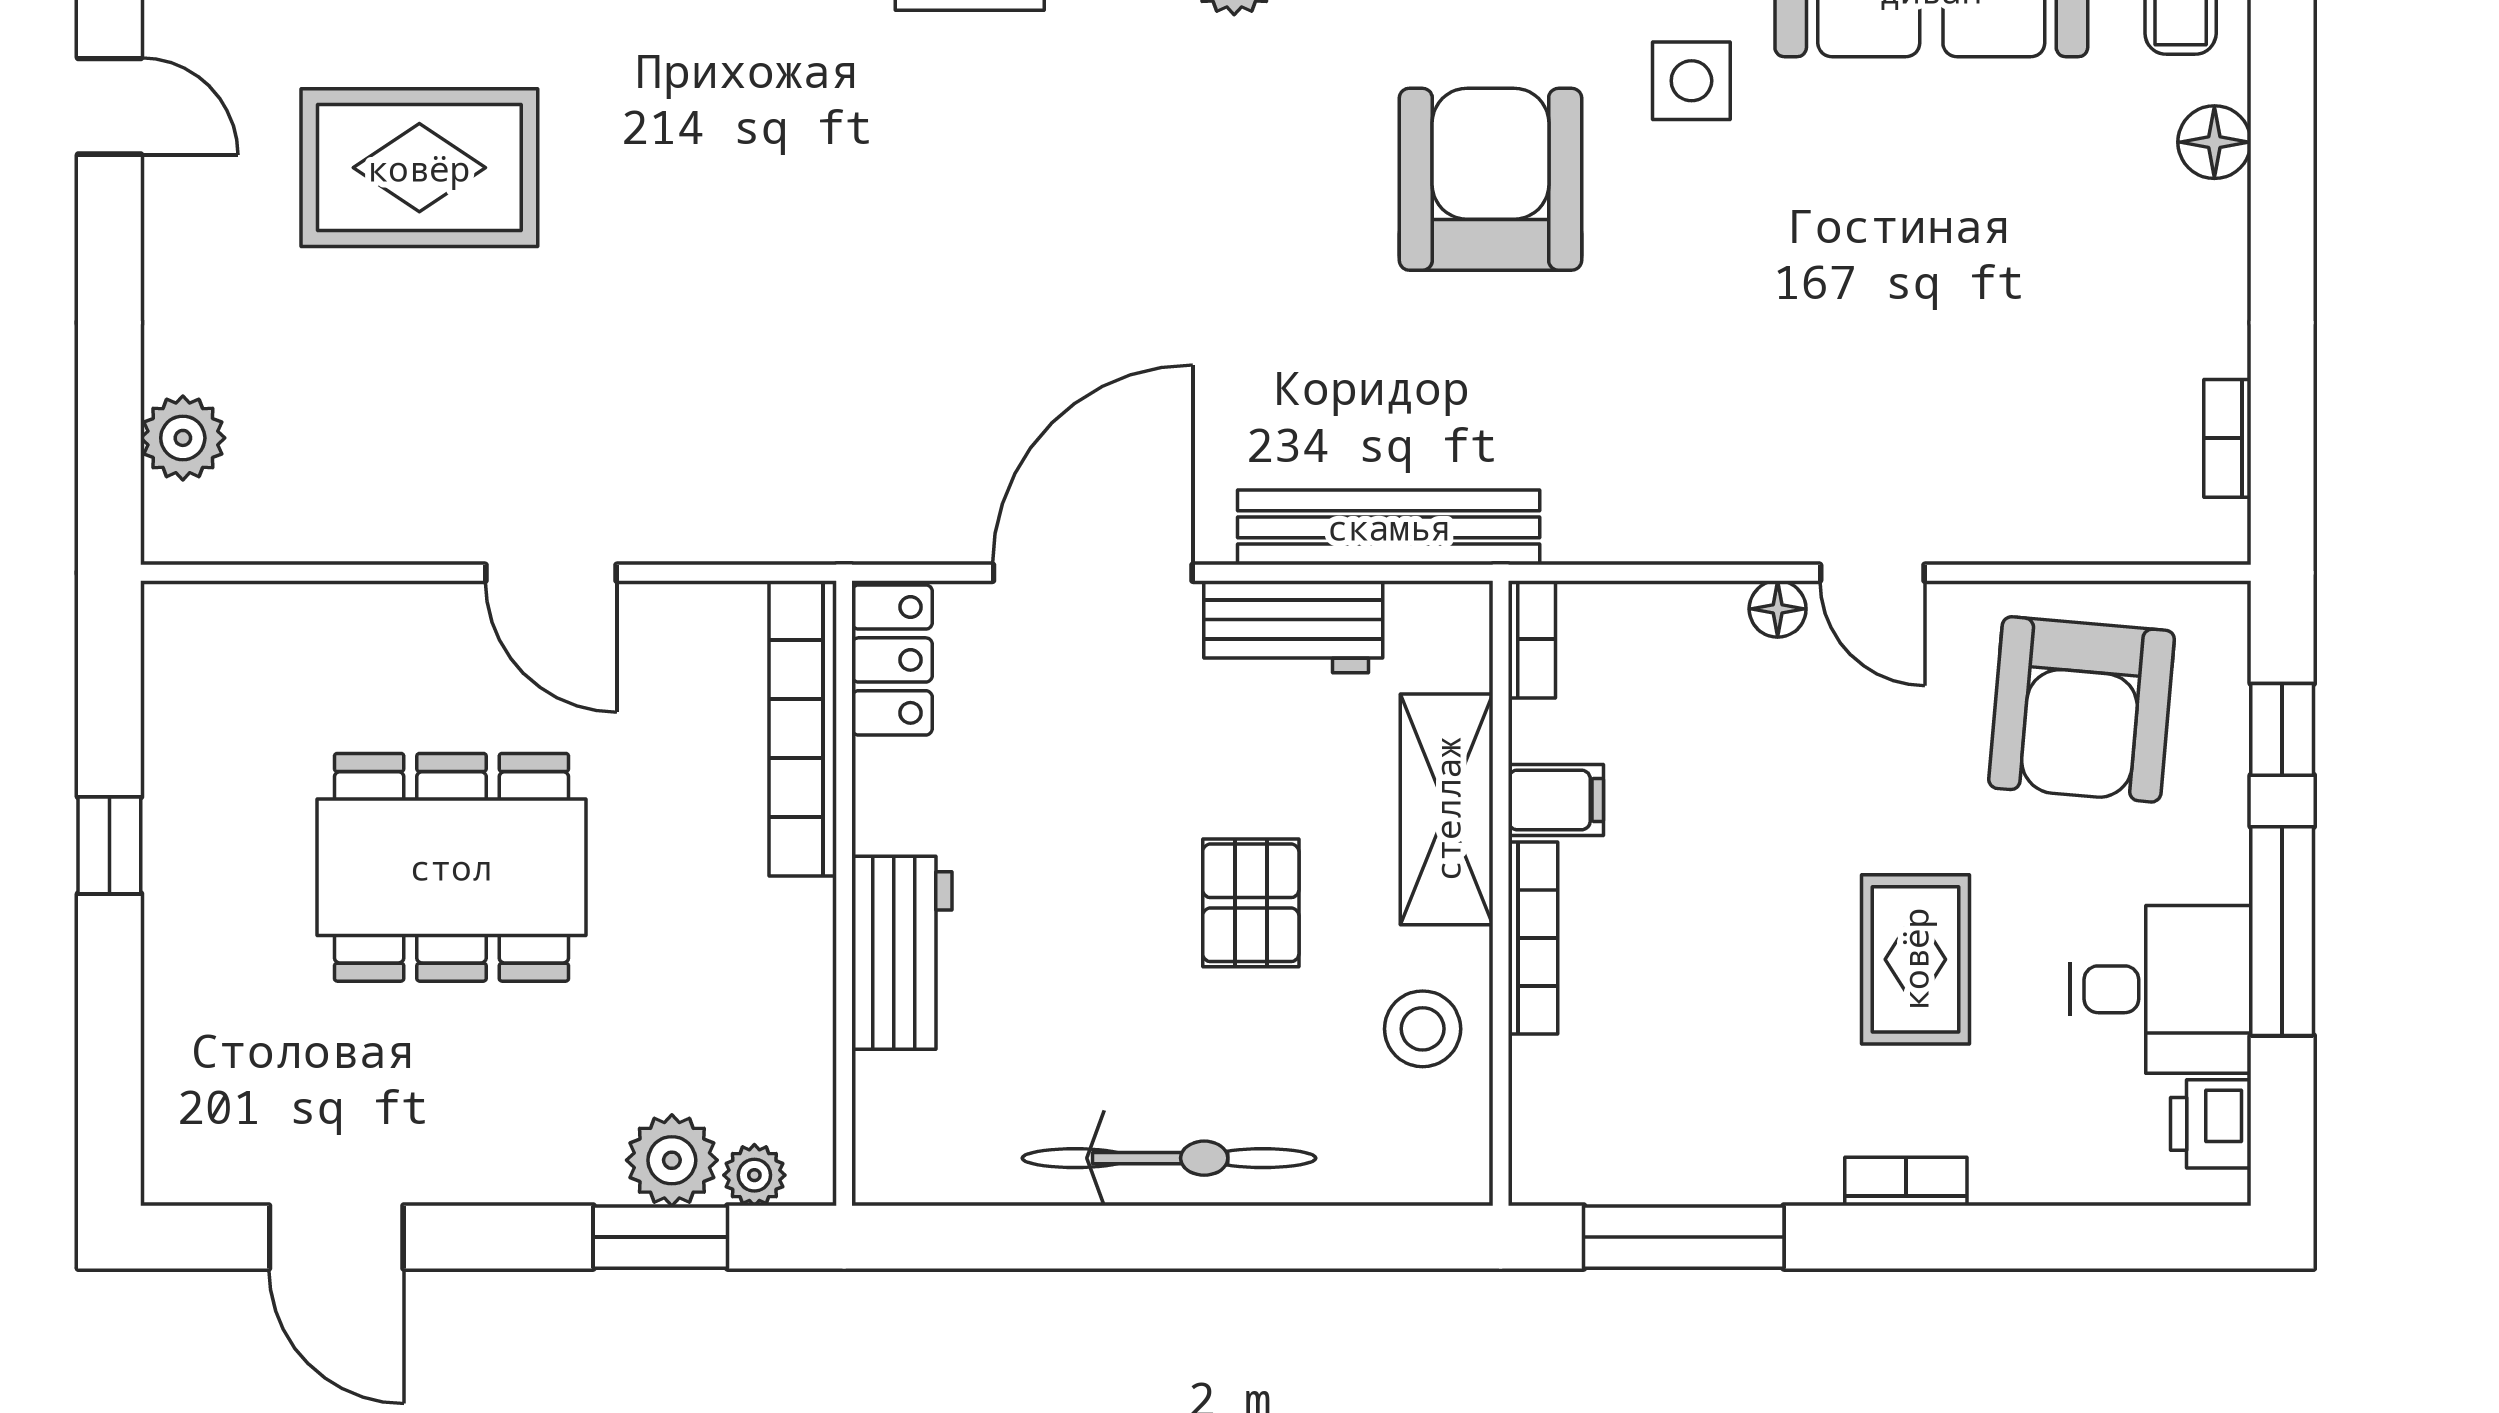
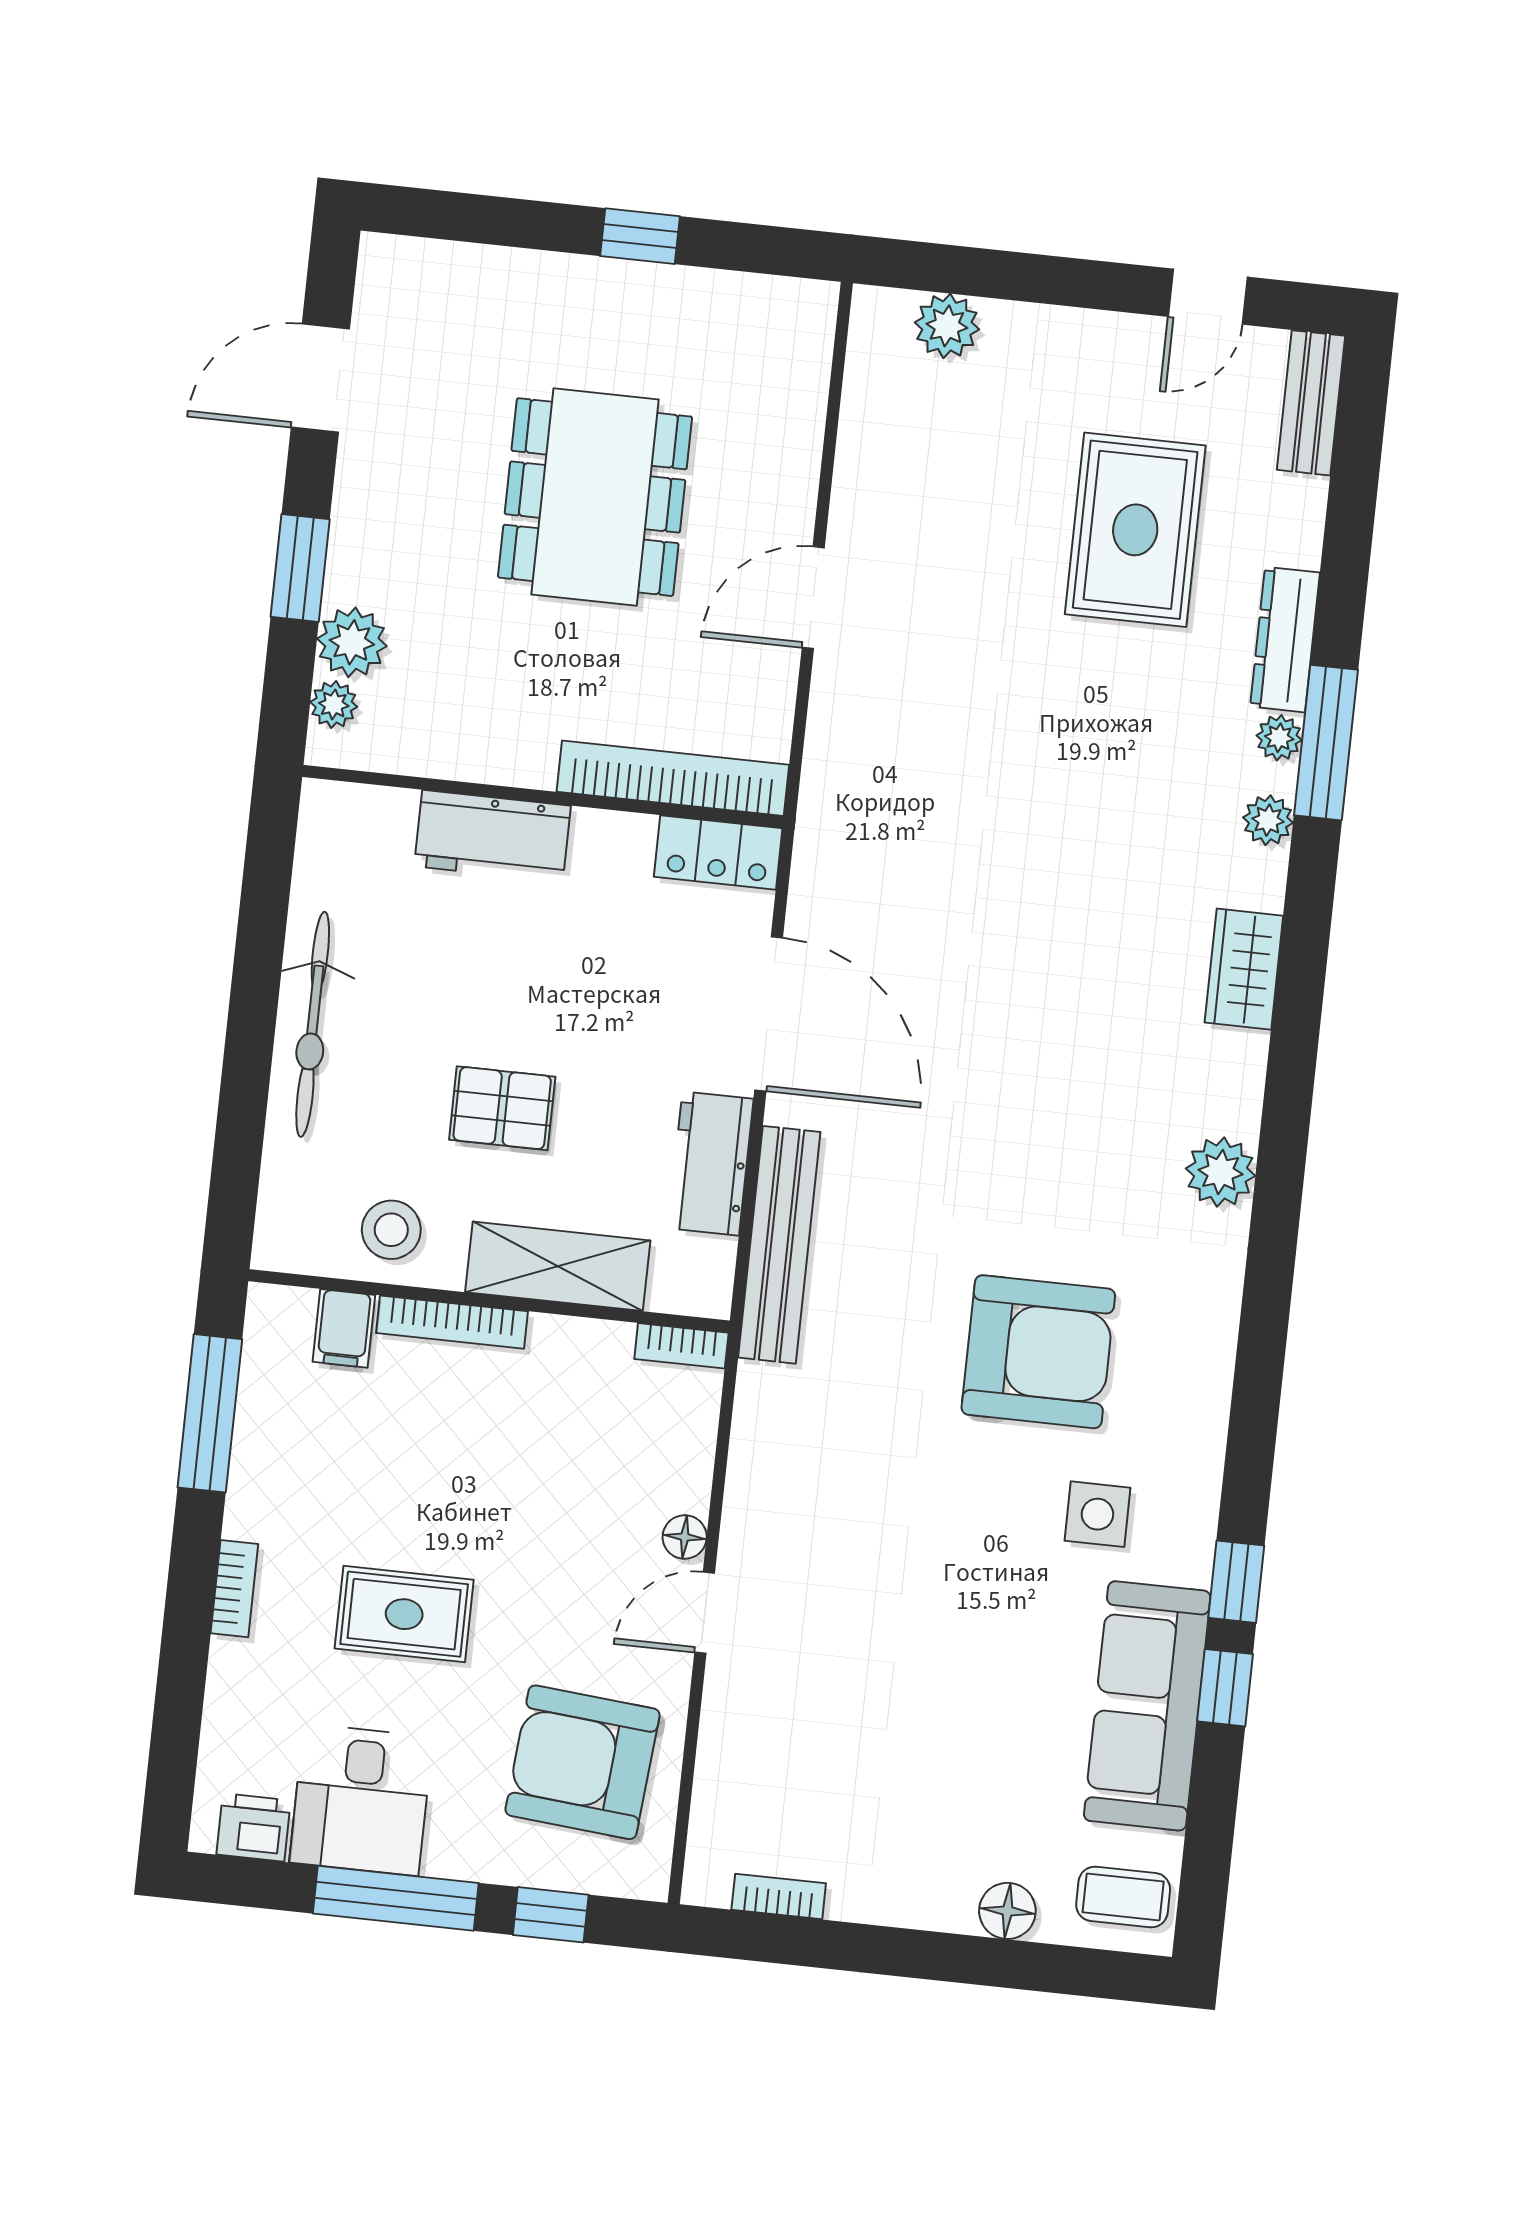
filing cabinet: (1556, 800) -> (344, 1328), moved
window: (660, 1237) -> (300, 568), moved

